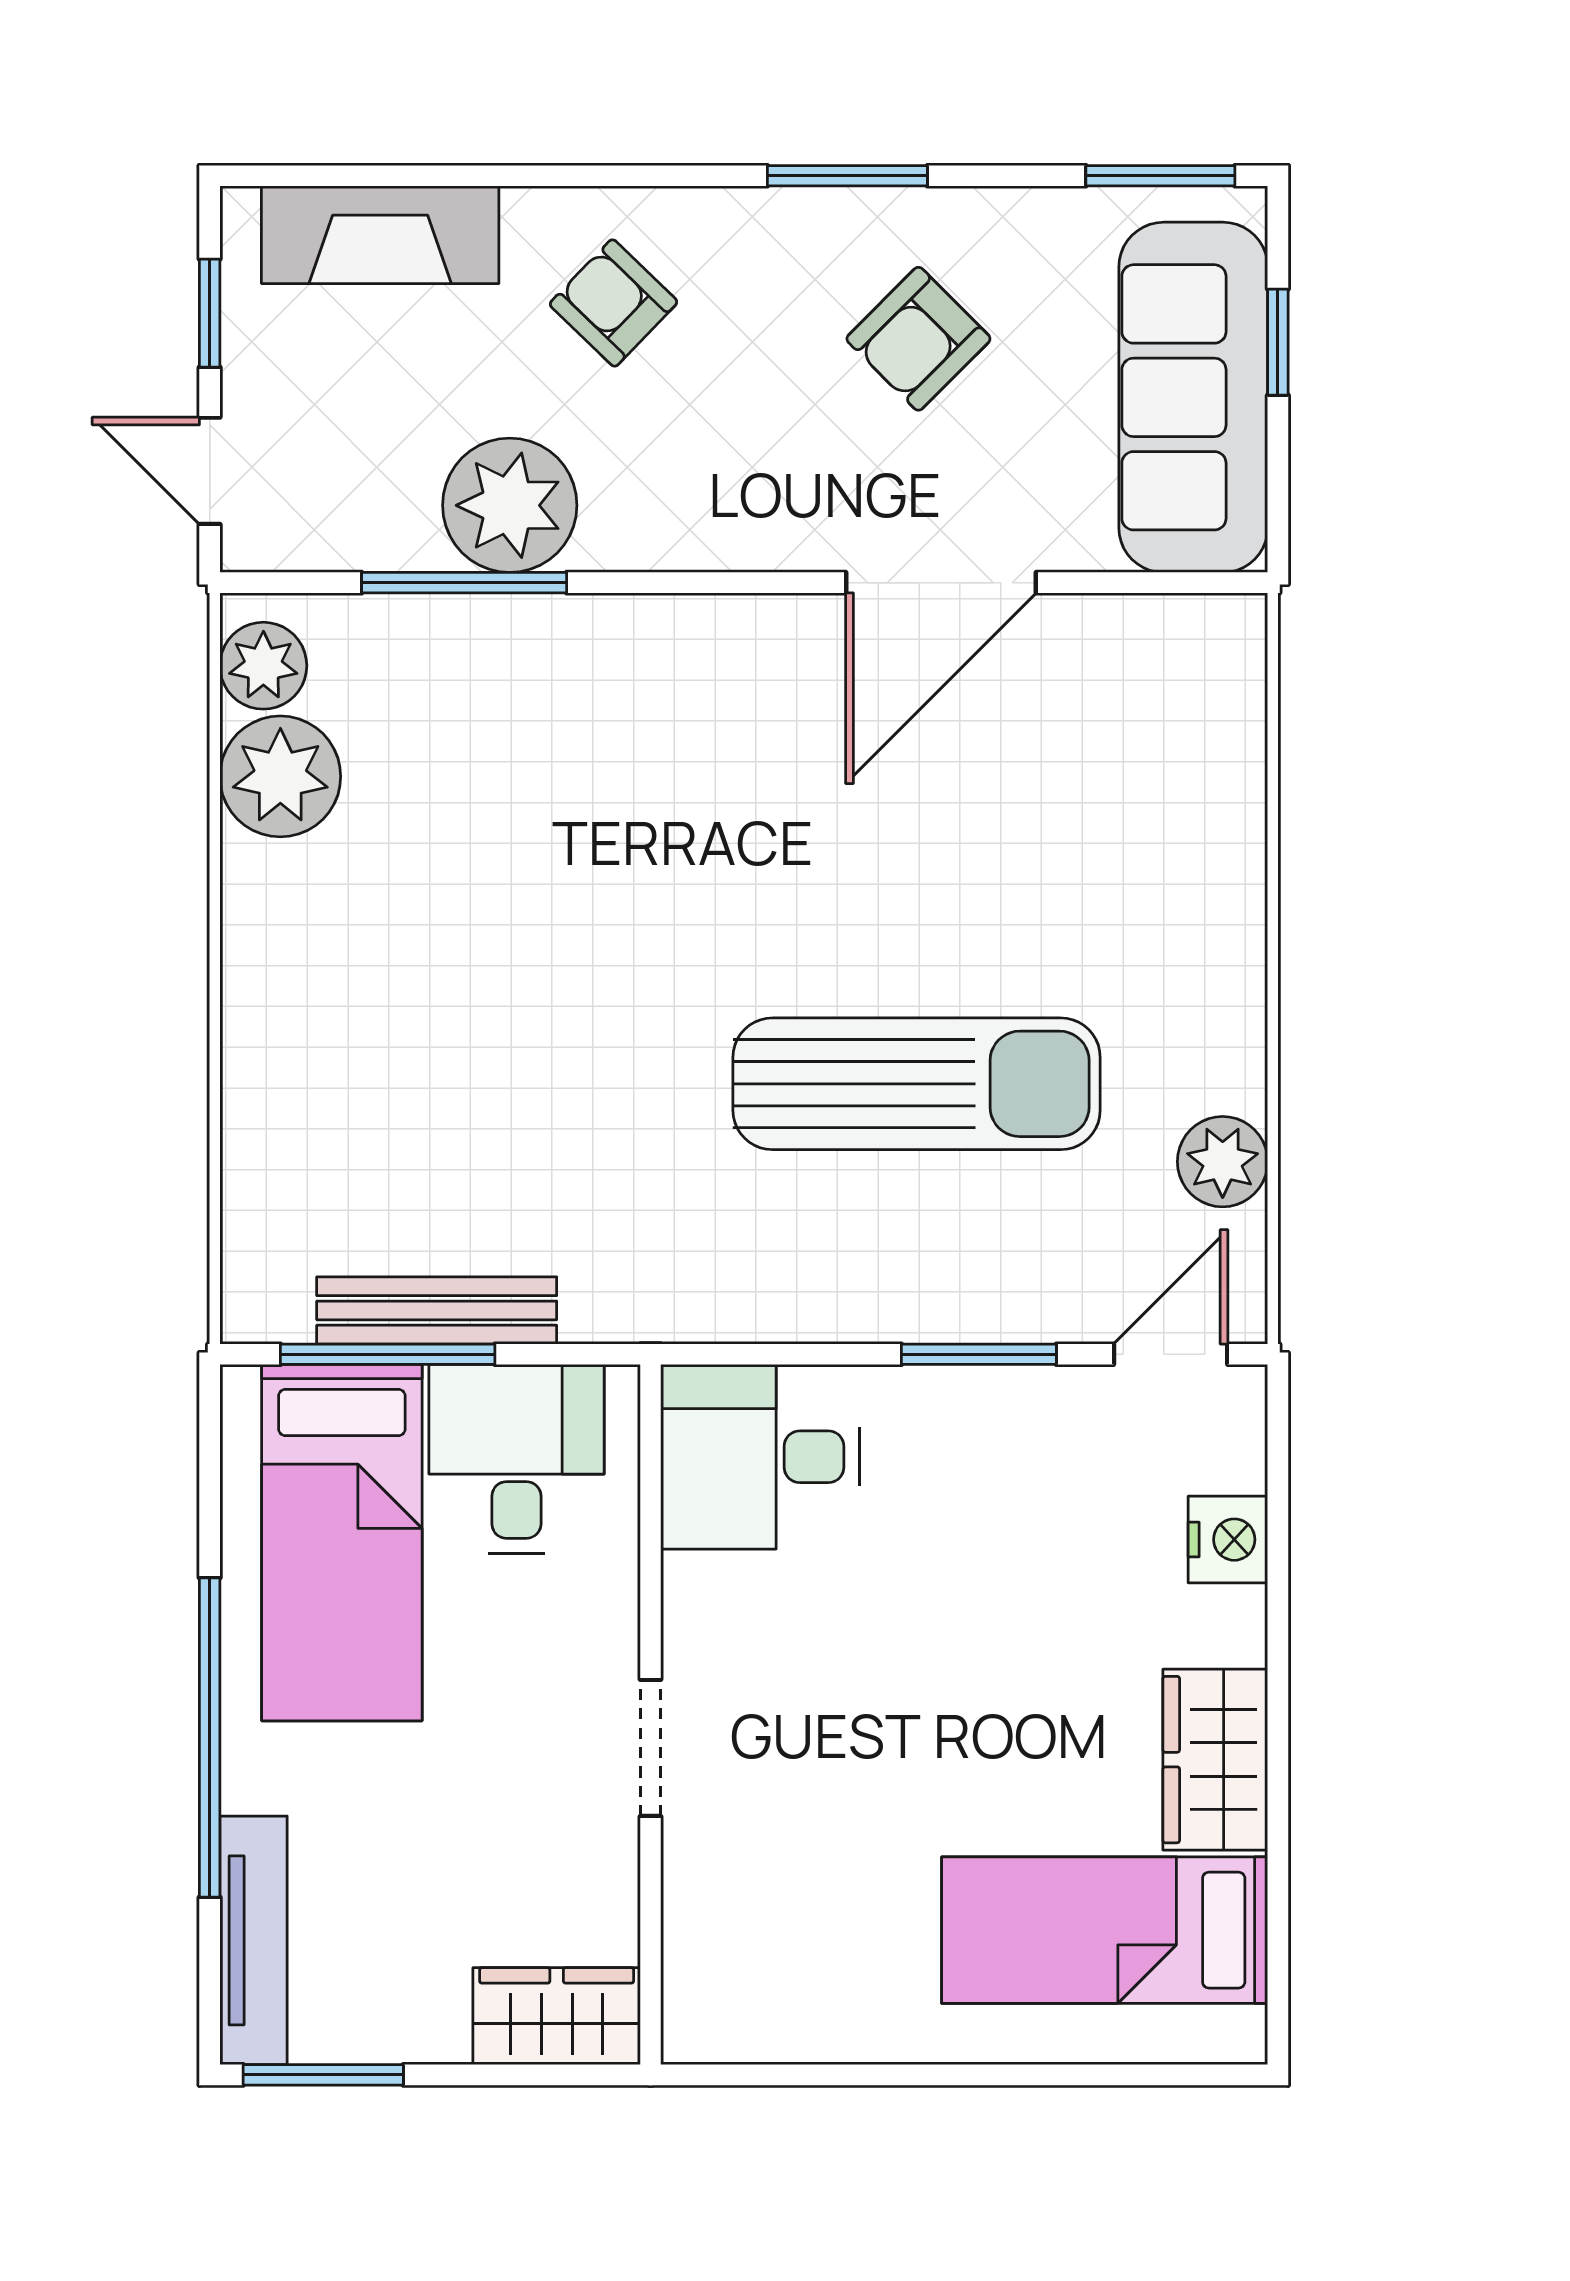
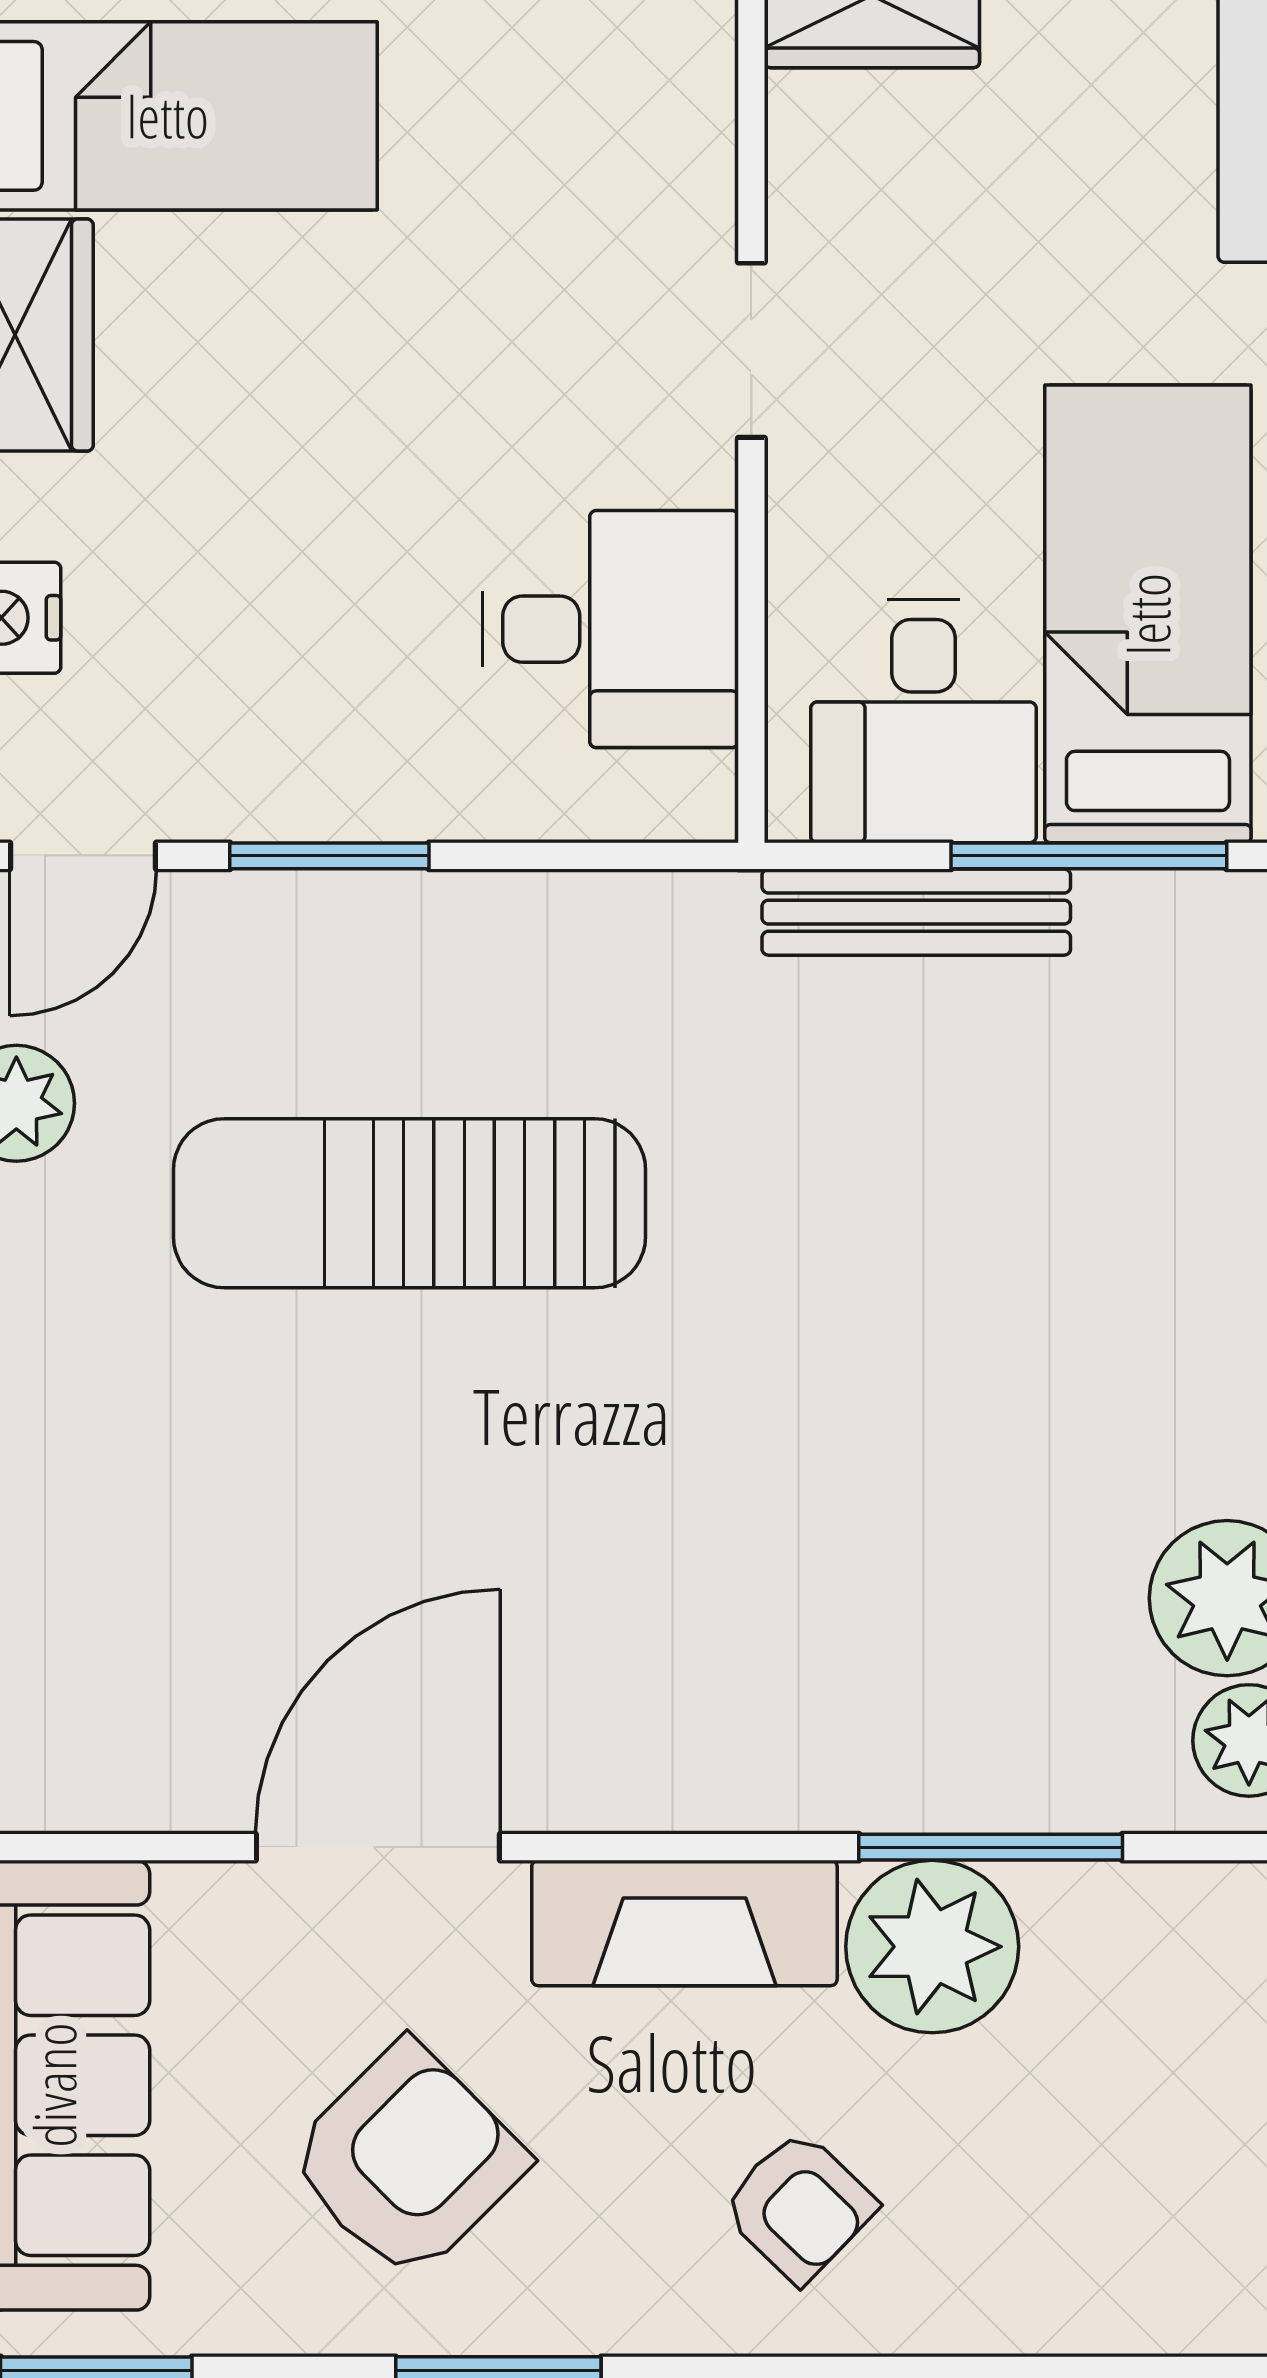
fireplace: (380, 235) -> (684, 1923), moved, turned 180
armchair: (918, 339) -> (407, 2161), width x1.38, depth x1.38
bench: (437, 1310) -> (916, 912), moved
desk: (760, 1457) -> (610, 629), moved

